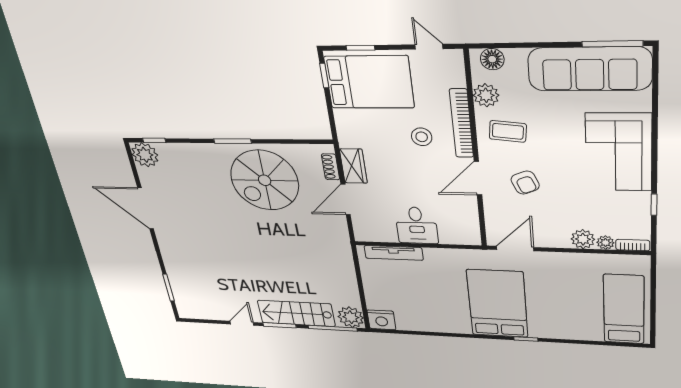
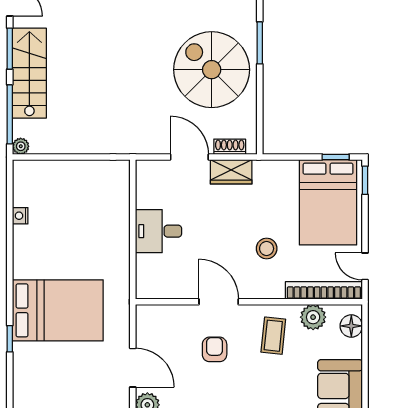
door: (429, 47) -> (365, 266), swing flipped
window: (360, 48) -> (365, 180), moved
bookcase: (461, 123) -> (324, 290), moved
armchair: (525, 183) -> (215, 349), turned 113
door: (515, 249) -> (133, 368), moved
tv unit: (394, 253) -> (121, 201), removed
plant: (351, 317) -> (21, 146), width x0.53, depth x0.53
nightstand: (381, 320) -> (20, 216), moved, width x0.53, depth x0.56

